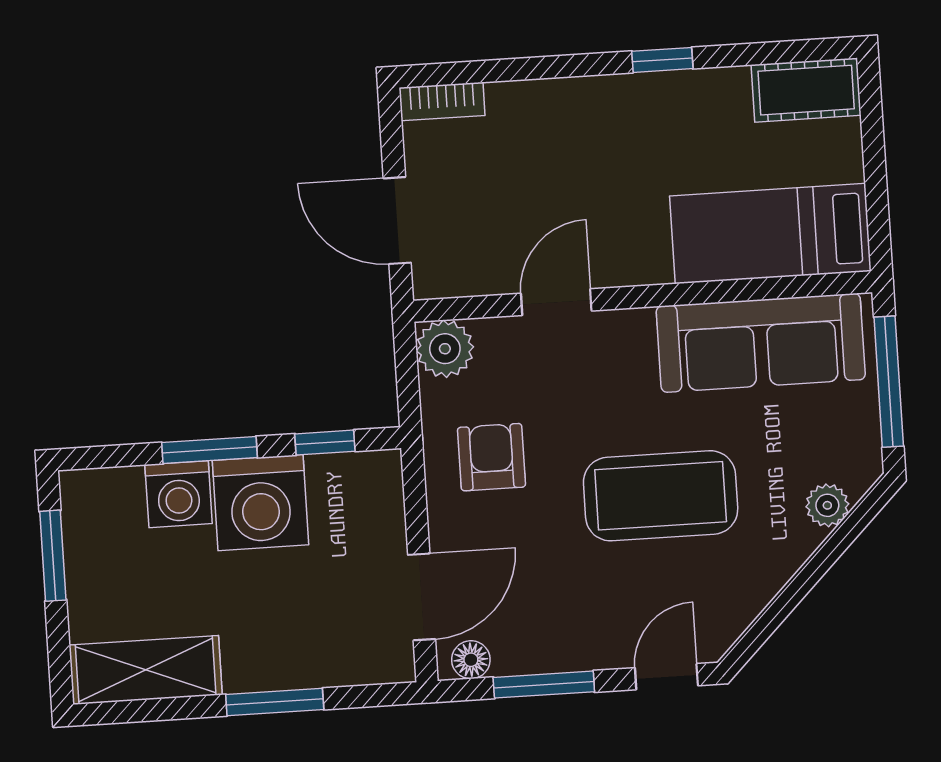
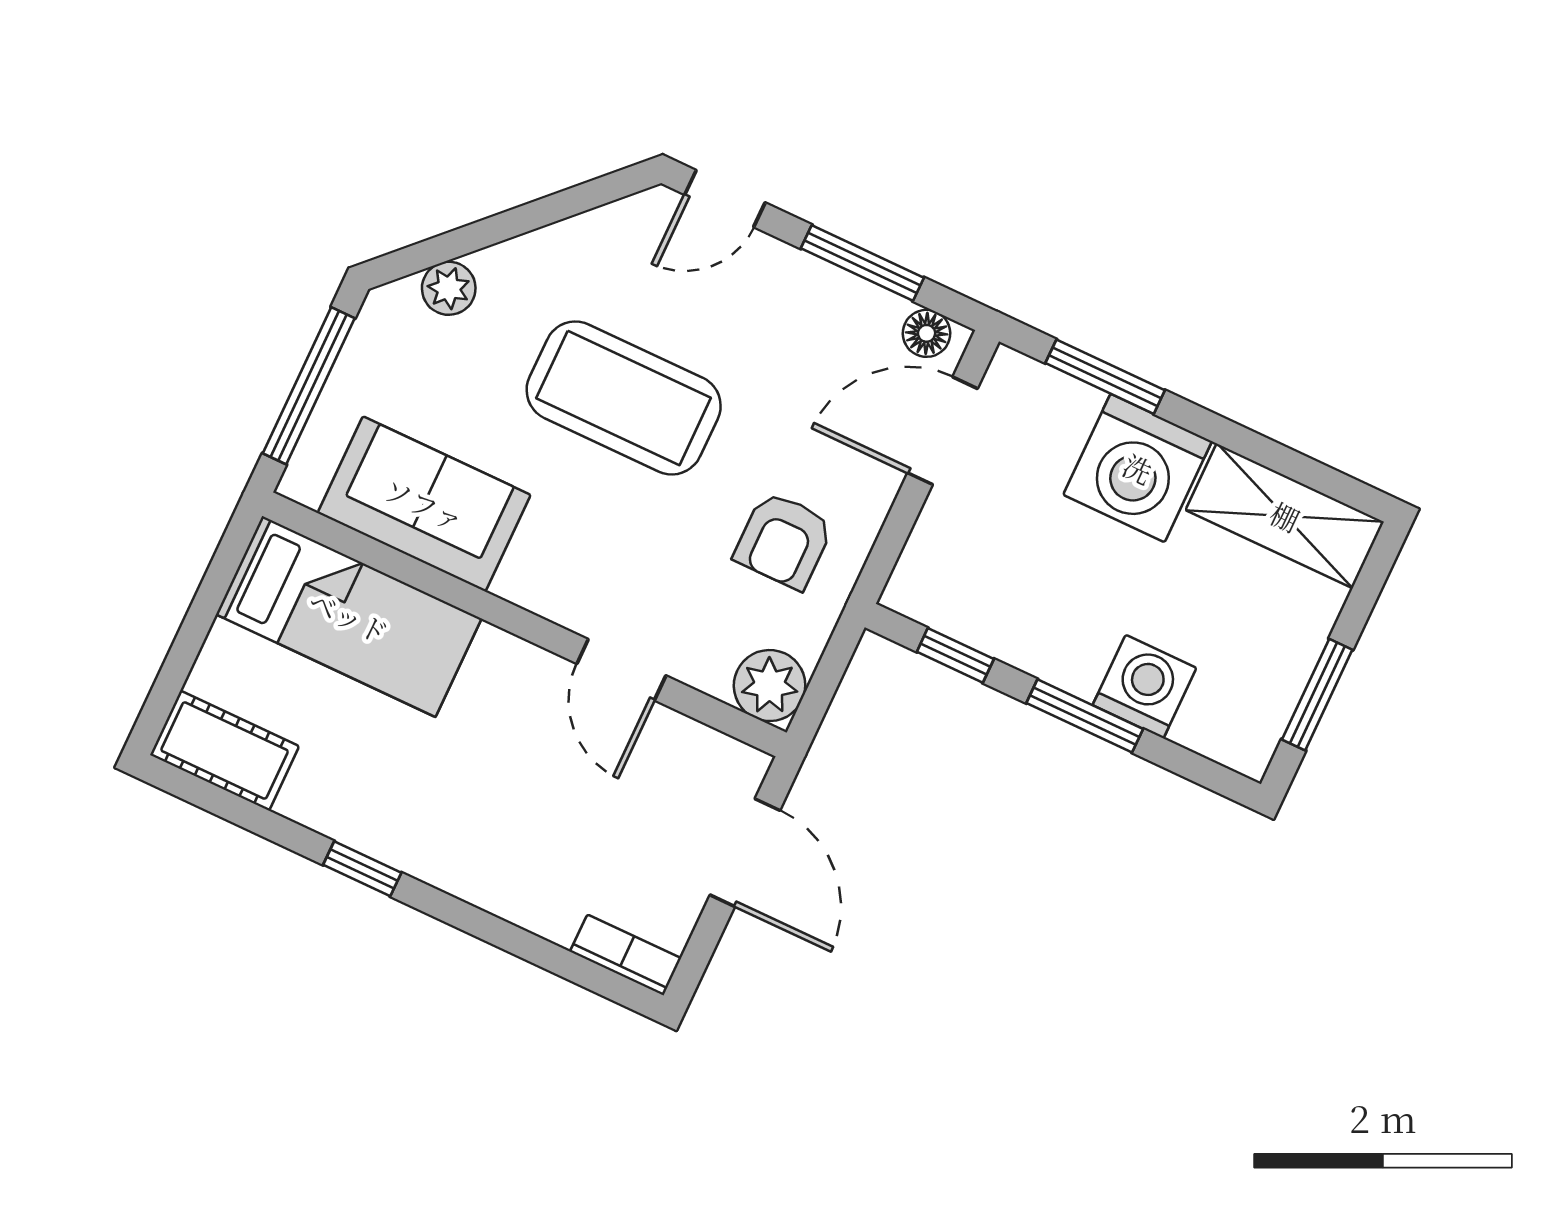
door: (556, 302) -> (621, 670), hinge flipped
sofa: (761, 343) -> (424, 504), width x0.73
washing machine: (260, 503) -> (1138, 468), moved, turned 180
window: (275, 702) -> (1105, 377), moved

